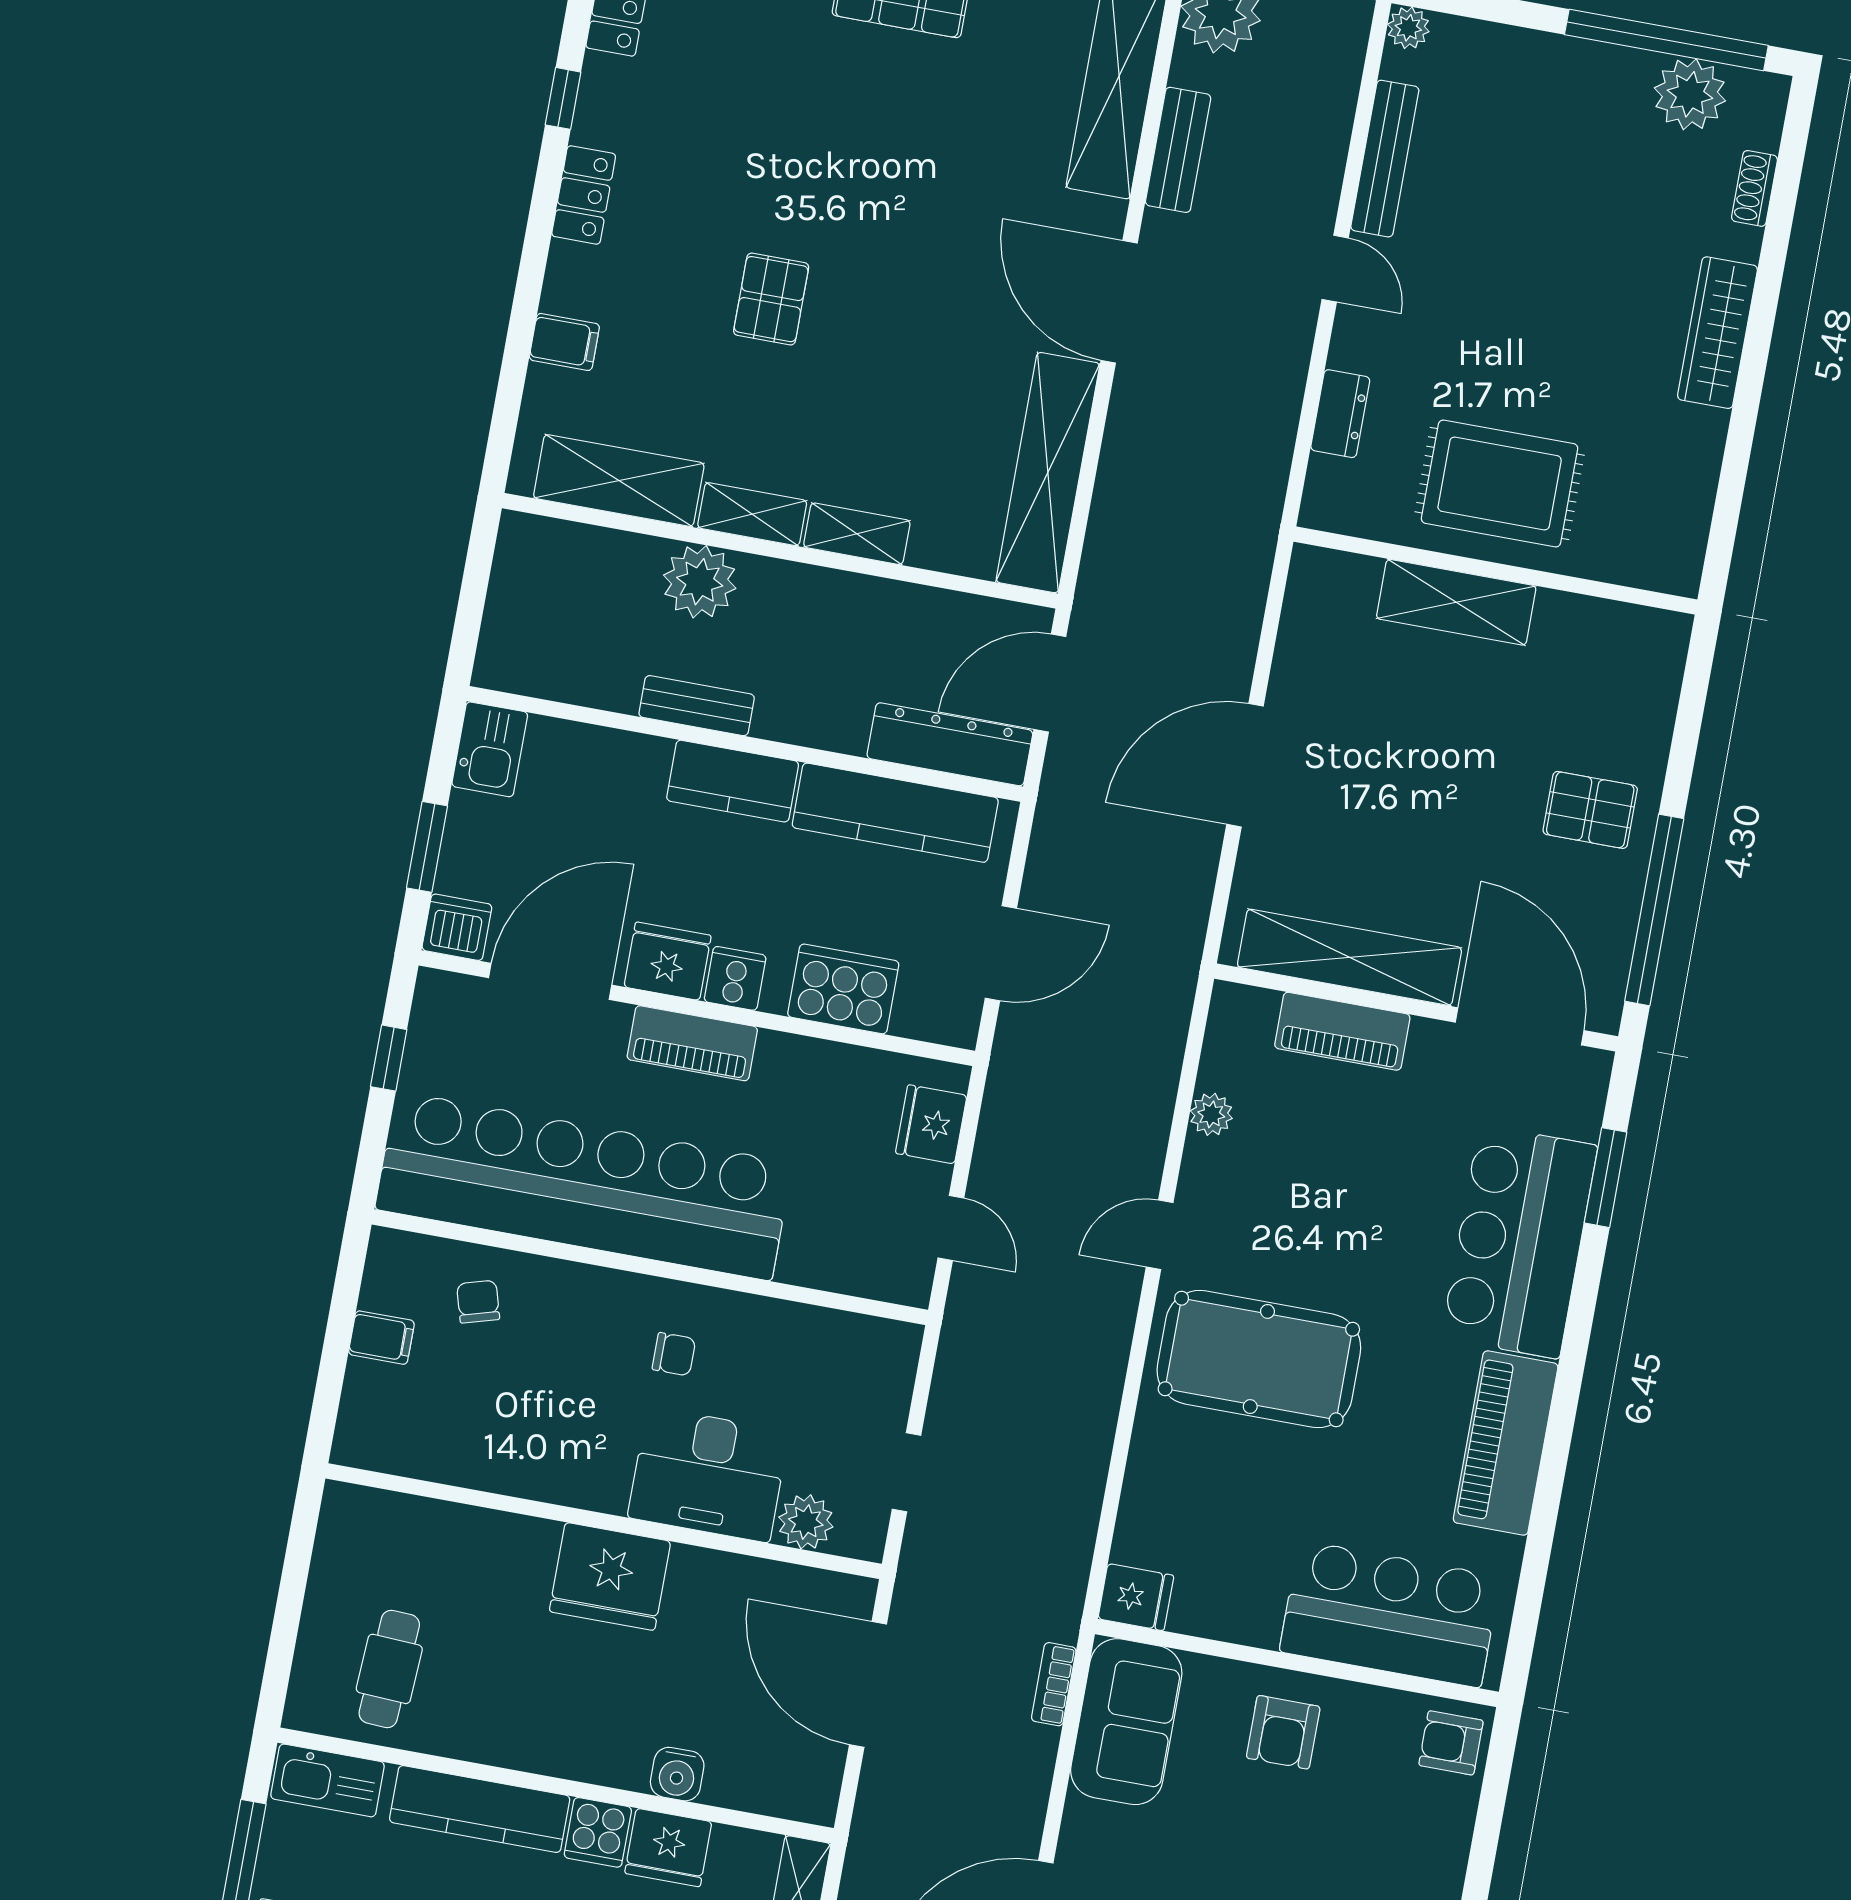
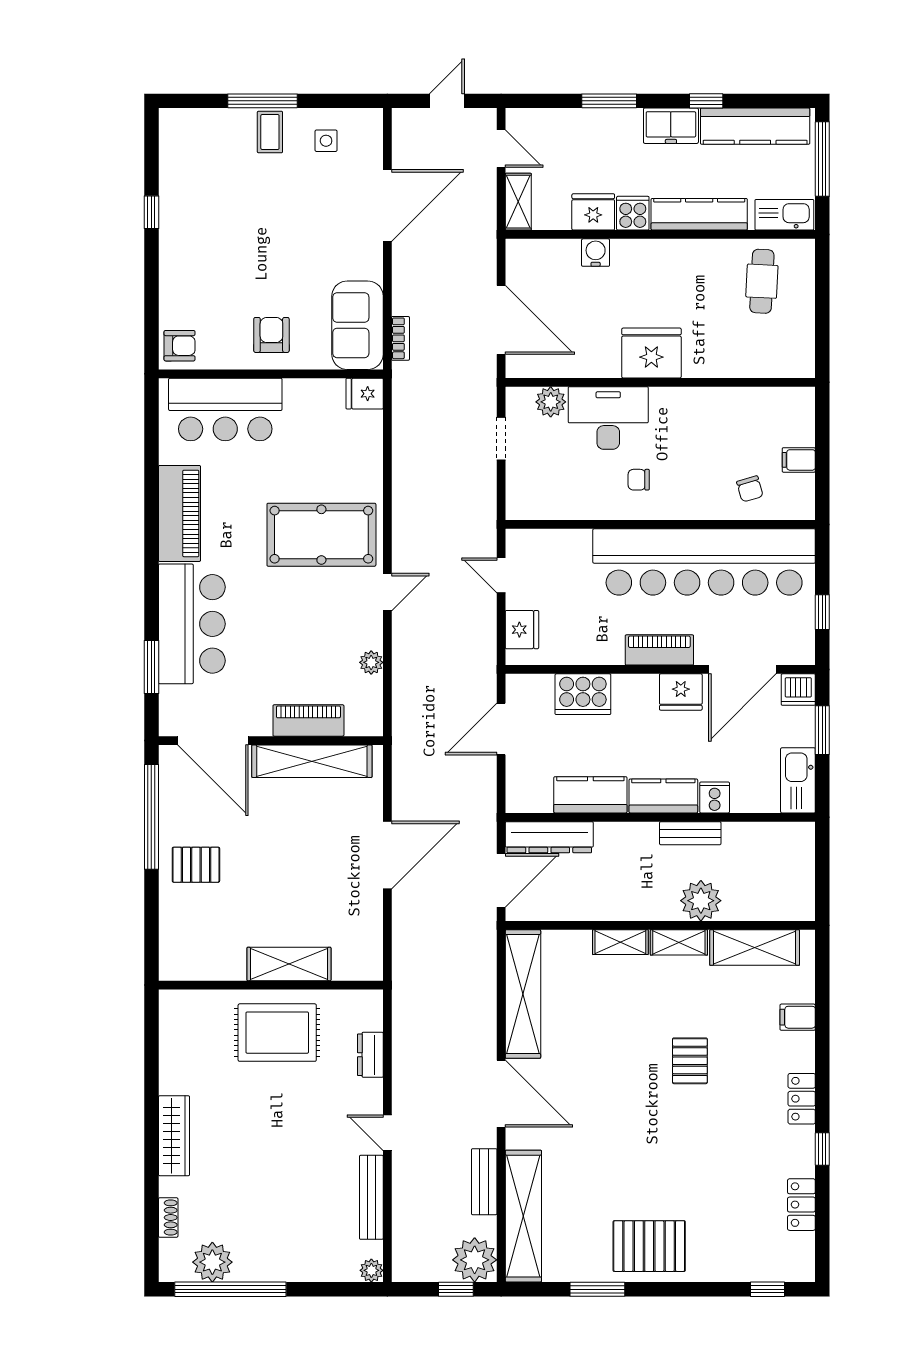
kitchen sink: (490, 749) -> (798, 780), width x1.38
kitchen counter: (895, 813) -> (590, 795), width x0.67
cooker: (735, 978) -> (715, 797), moved, turned 180

